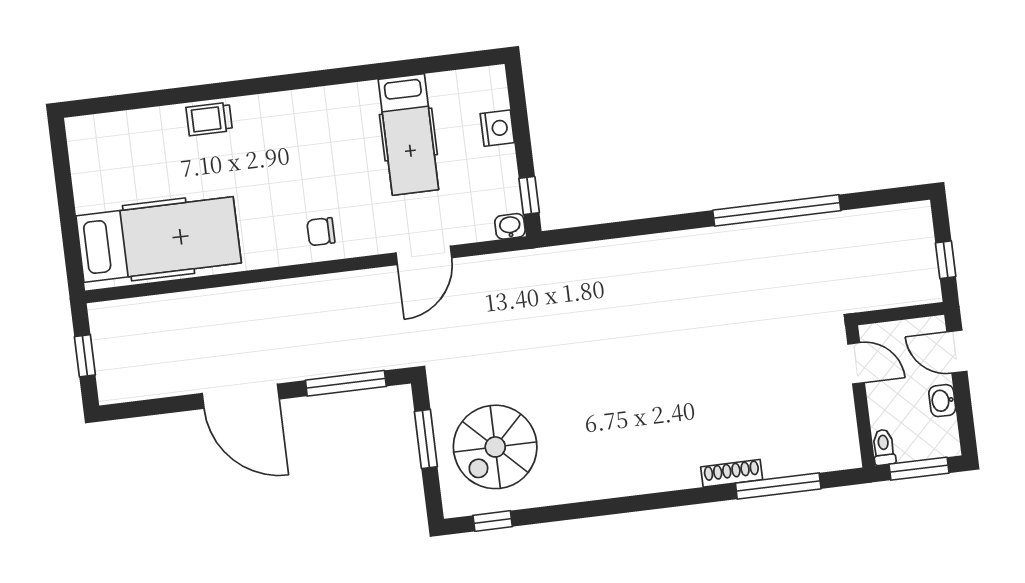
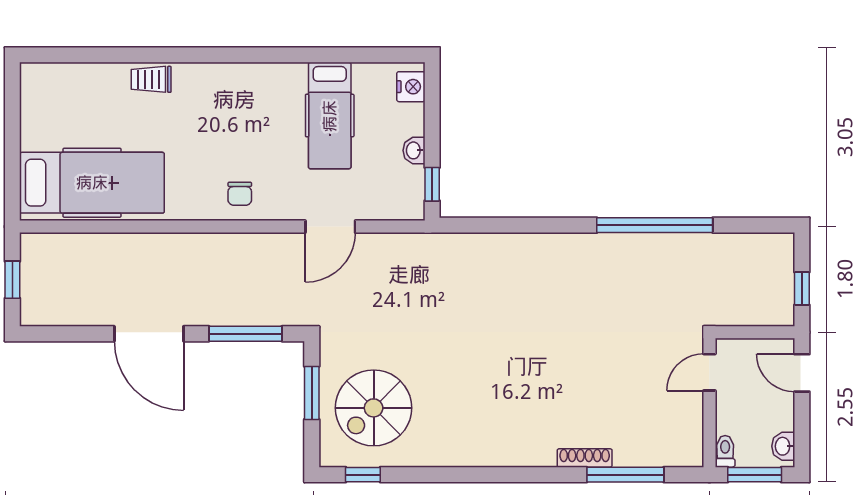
nightstand: (497, 128) -> (411, 87), moved
washbasin: (510, 226) -> (414, 150), moved, turned -90
chair: (321, 232) -> (240, 194), turned -90
door: (856, 363) -> (709, 372), swing flipped
washbasin: (942, 401) -> (783, 446), moved

